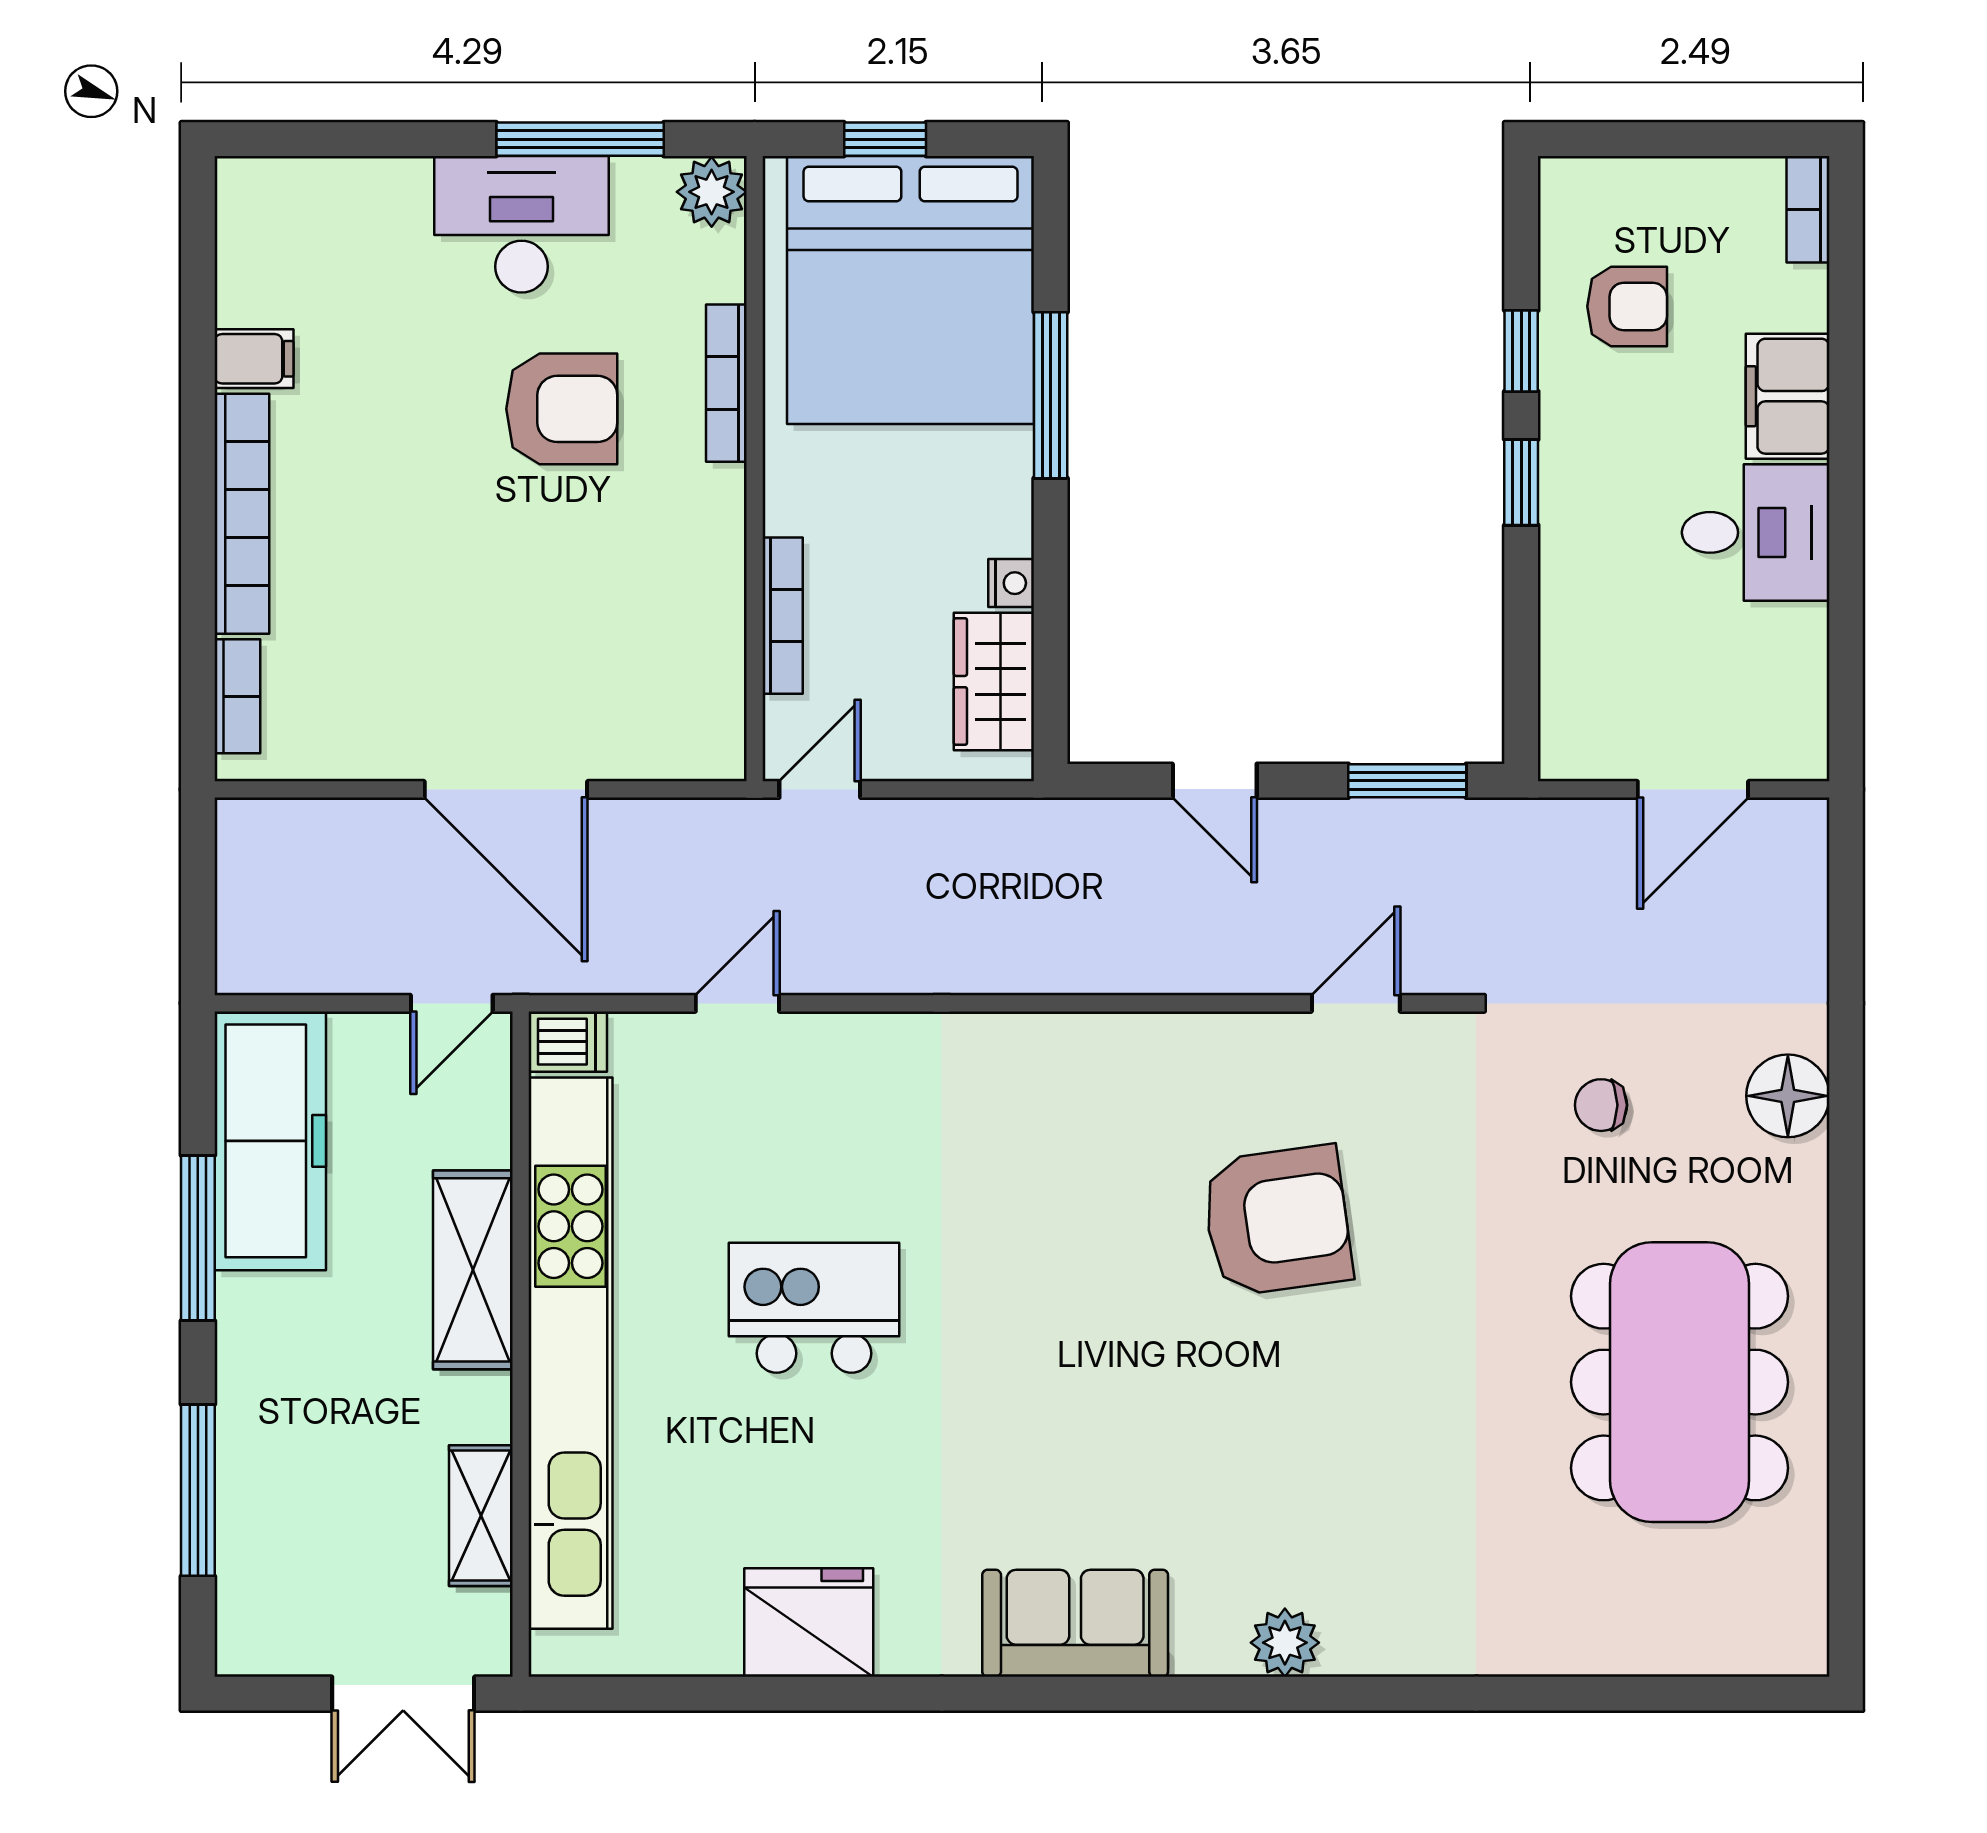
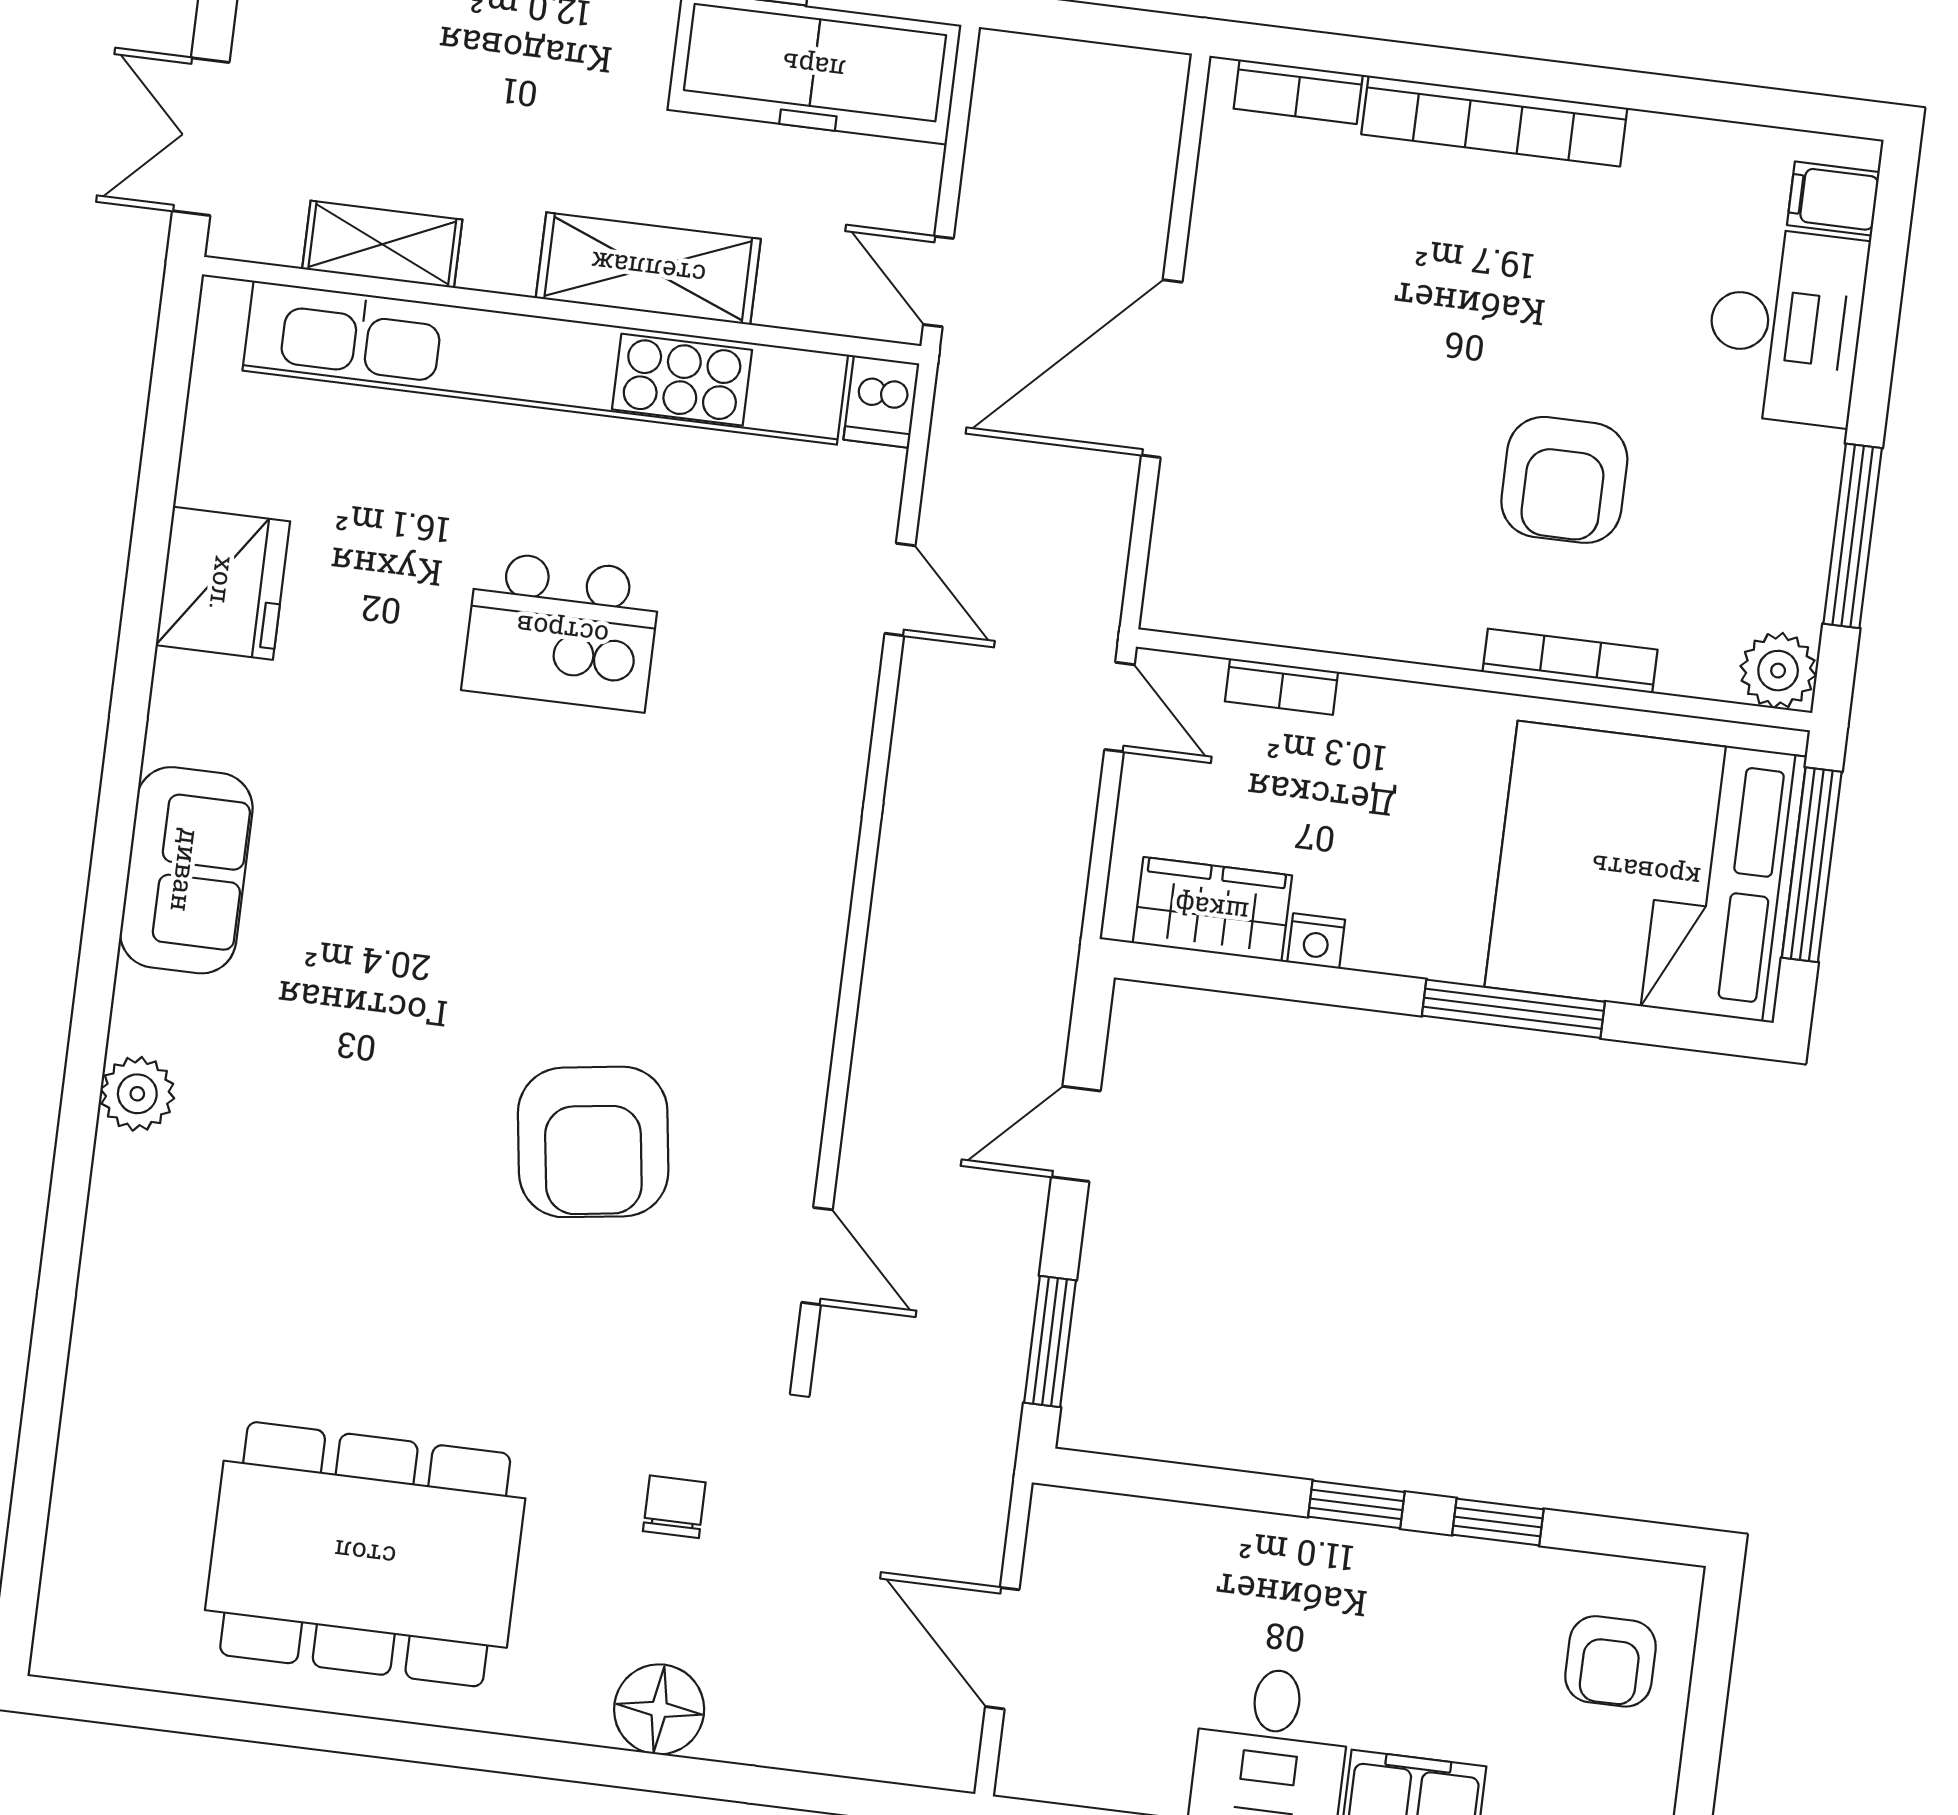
window: (885, 139) -> (1812, 865), width x2.17
desk: (522, 224) -> (1786, 326), moved
armchair: (1627, 306) -> (1610, 1661), moved
filing cabinet: (254, 359) -> (1833, 199), moved, turned 90
bookcase: (783, 616) -> (1281, 687), width x0.64
kitchen island: (814, 1308) -> (562, 631), turned 90

